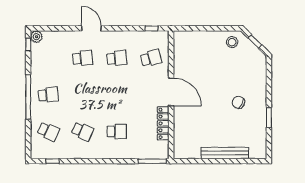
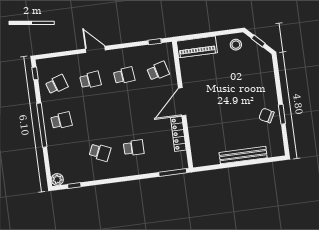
plant: (36, 37) -> (57, 179), moved
piano: (193, 39) -> (197, 47), added
door: (171, 92) -> (182, 102), swing flipped
chair: (239, 102) -> (266, 115), moved
school desk: (48, 131) -> (57, 84), moved, turned -42

